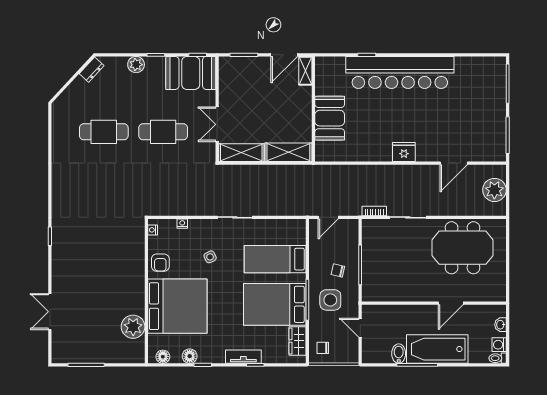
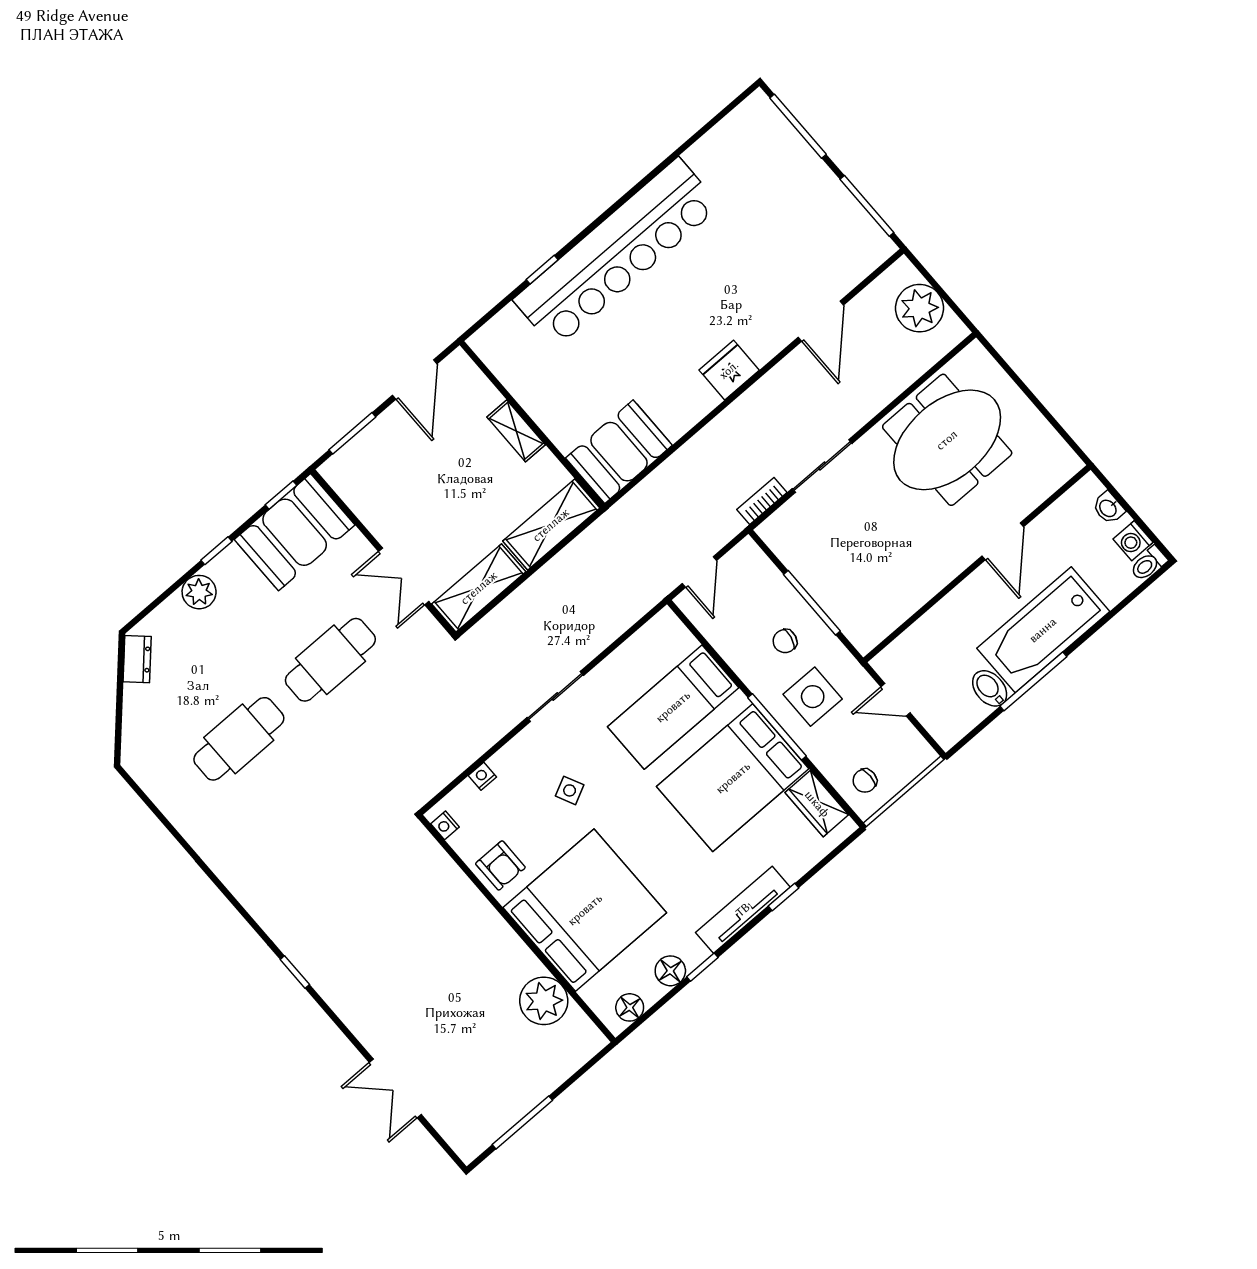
shelving: (305, 71) -> (516, 431), moved
booth: (330, 118) -> (619, 452), moved, turned 90
tv unit: (243, 357) -> (743, 910), width x1.41

